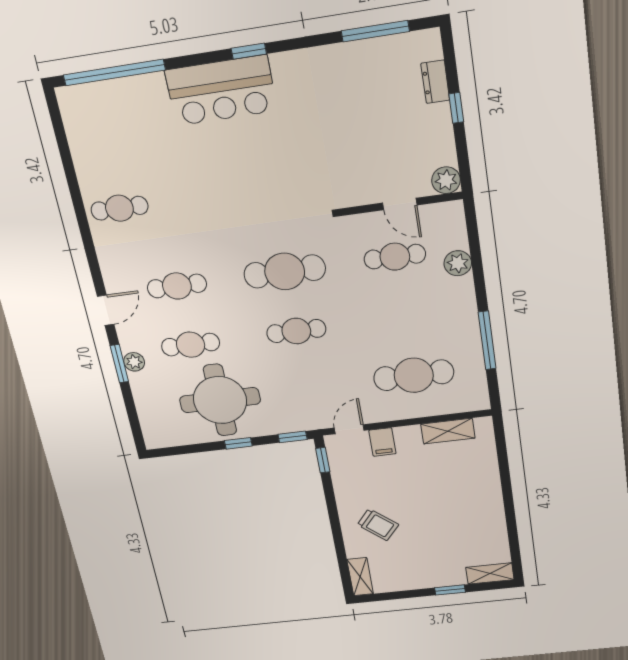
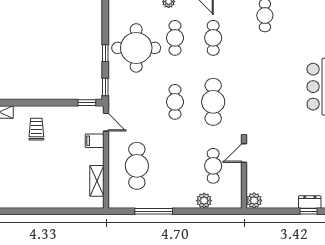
window: (456, 108) -> (309, 211), moved
door: (400, 204) -> (244, 153), moved
trolley: (378, 525) -> (36, 129), turned 140

